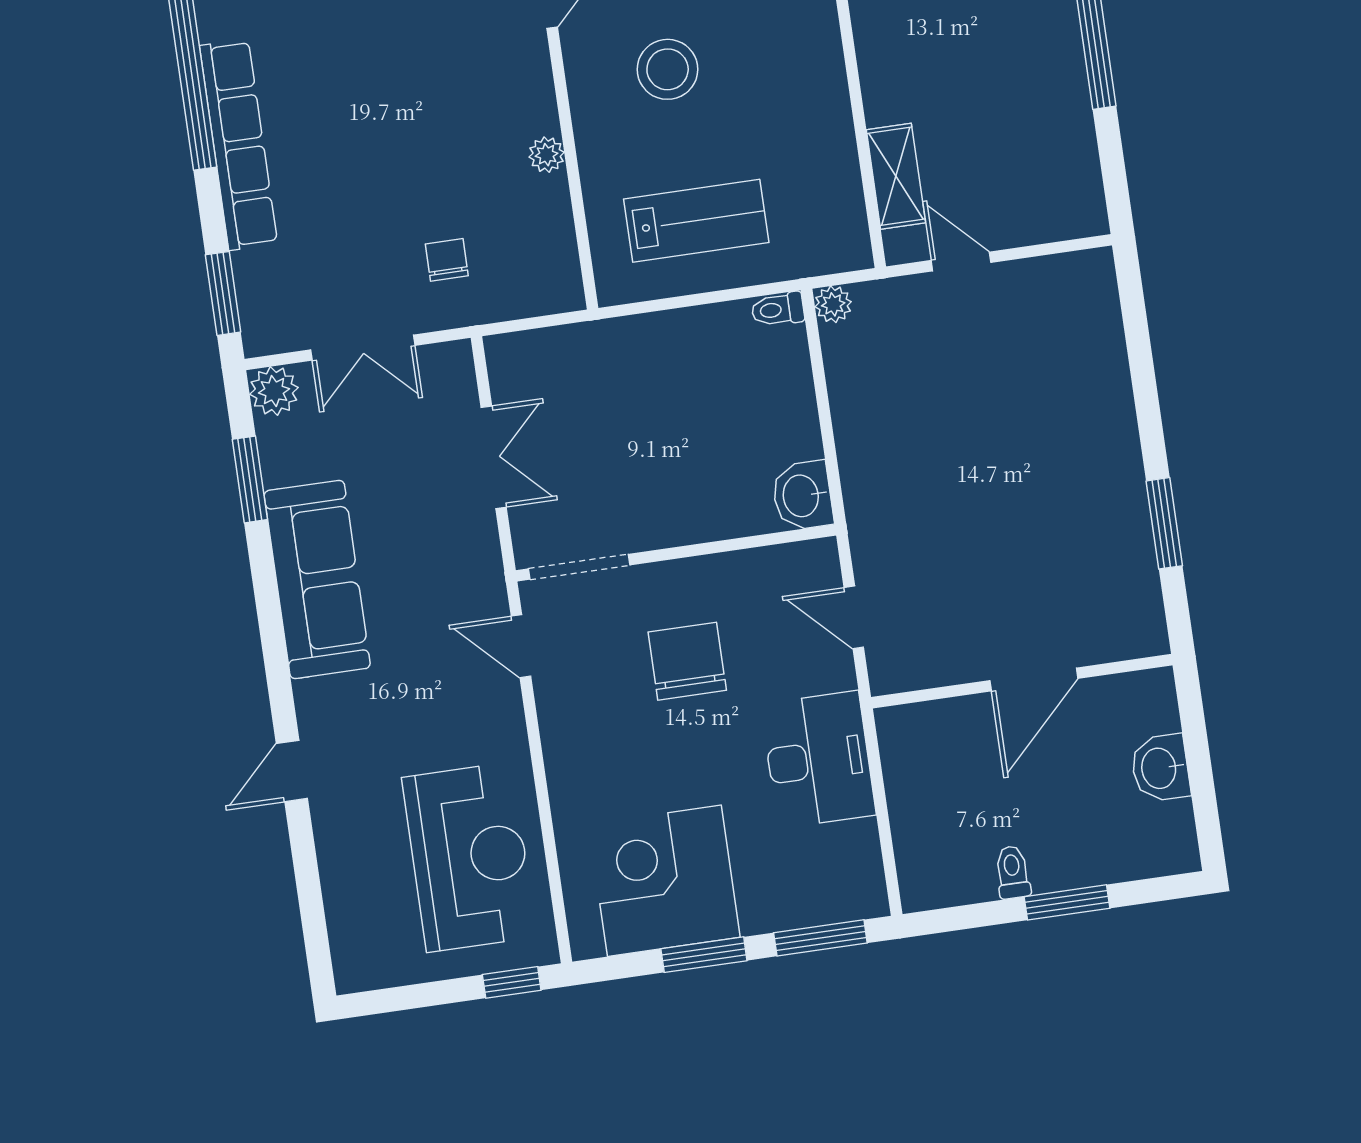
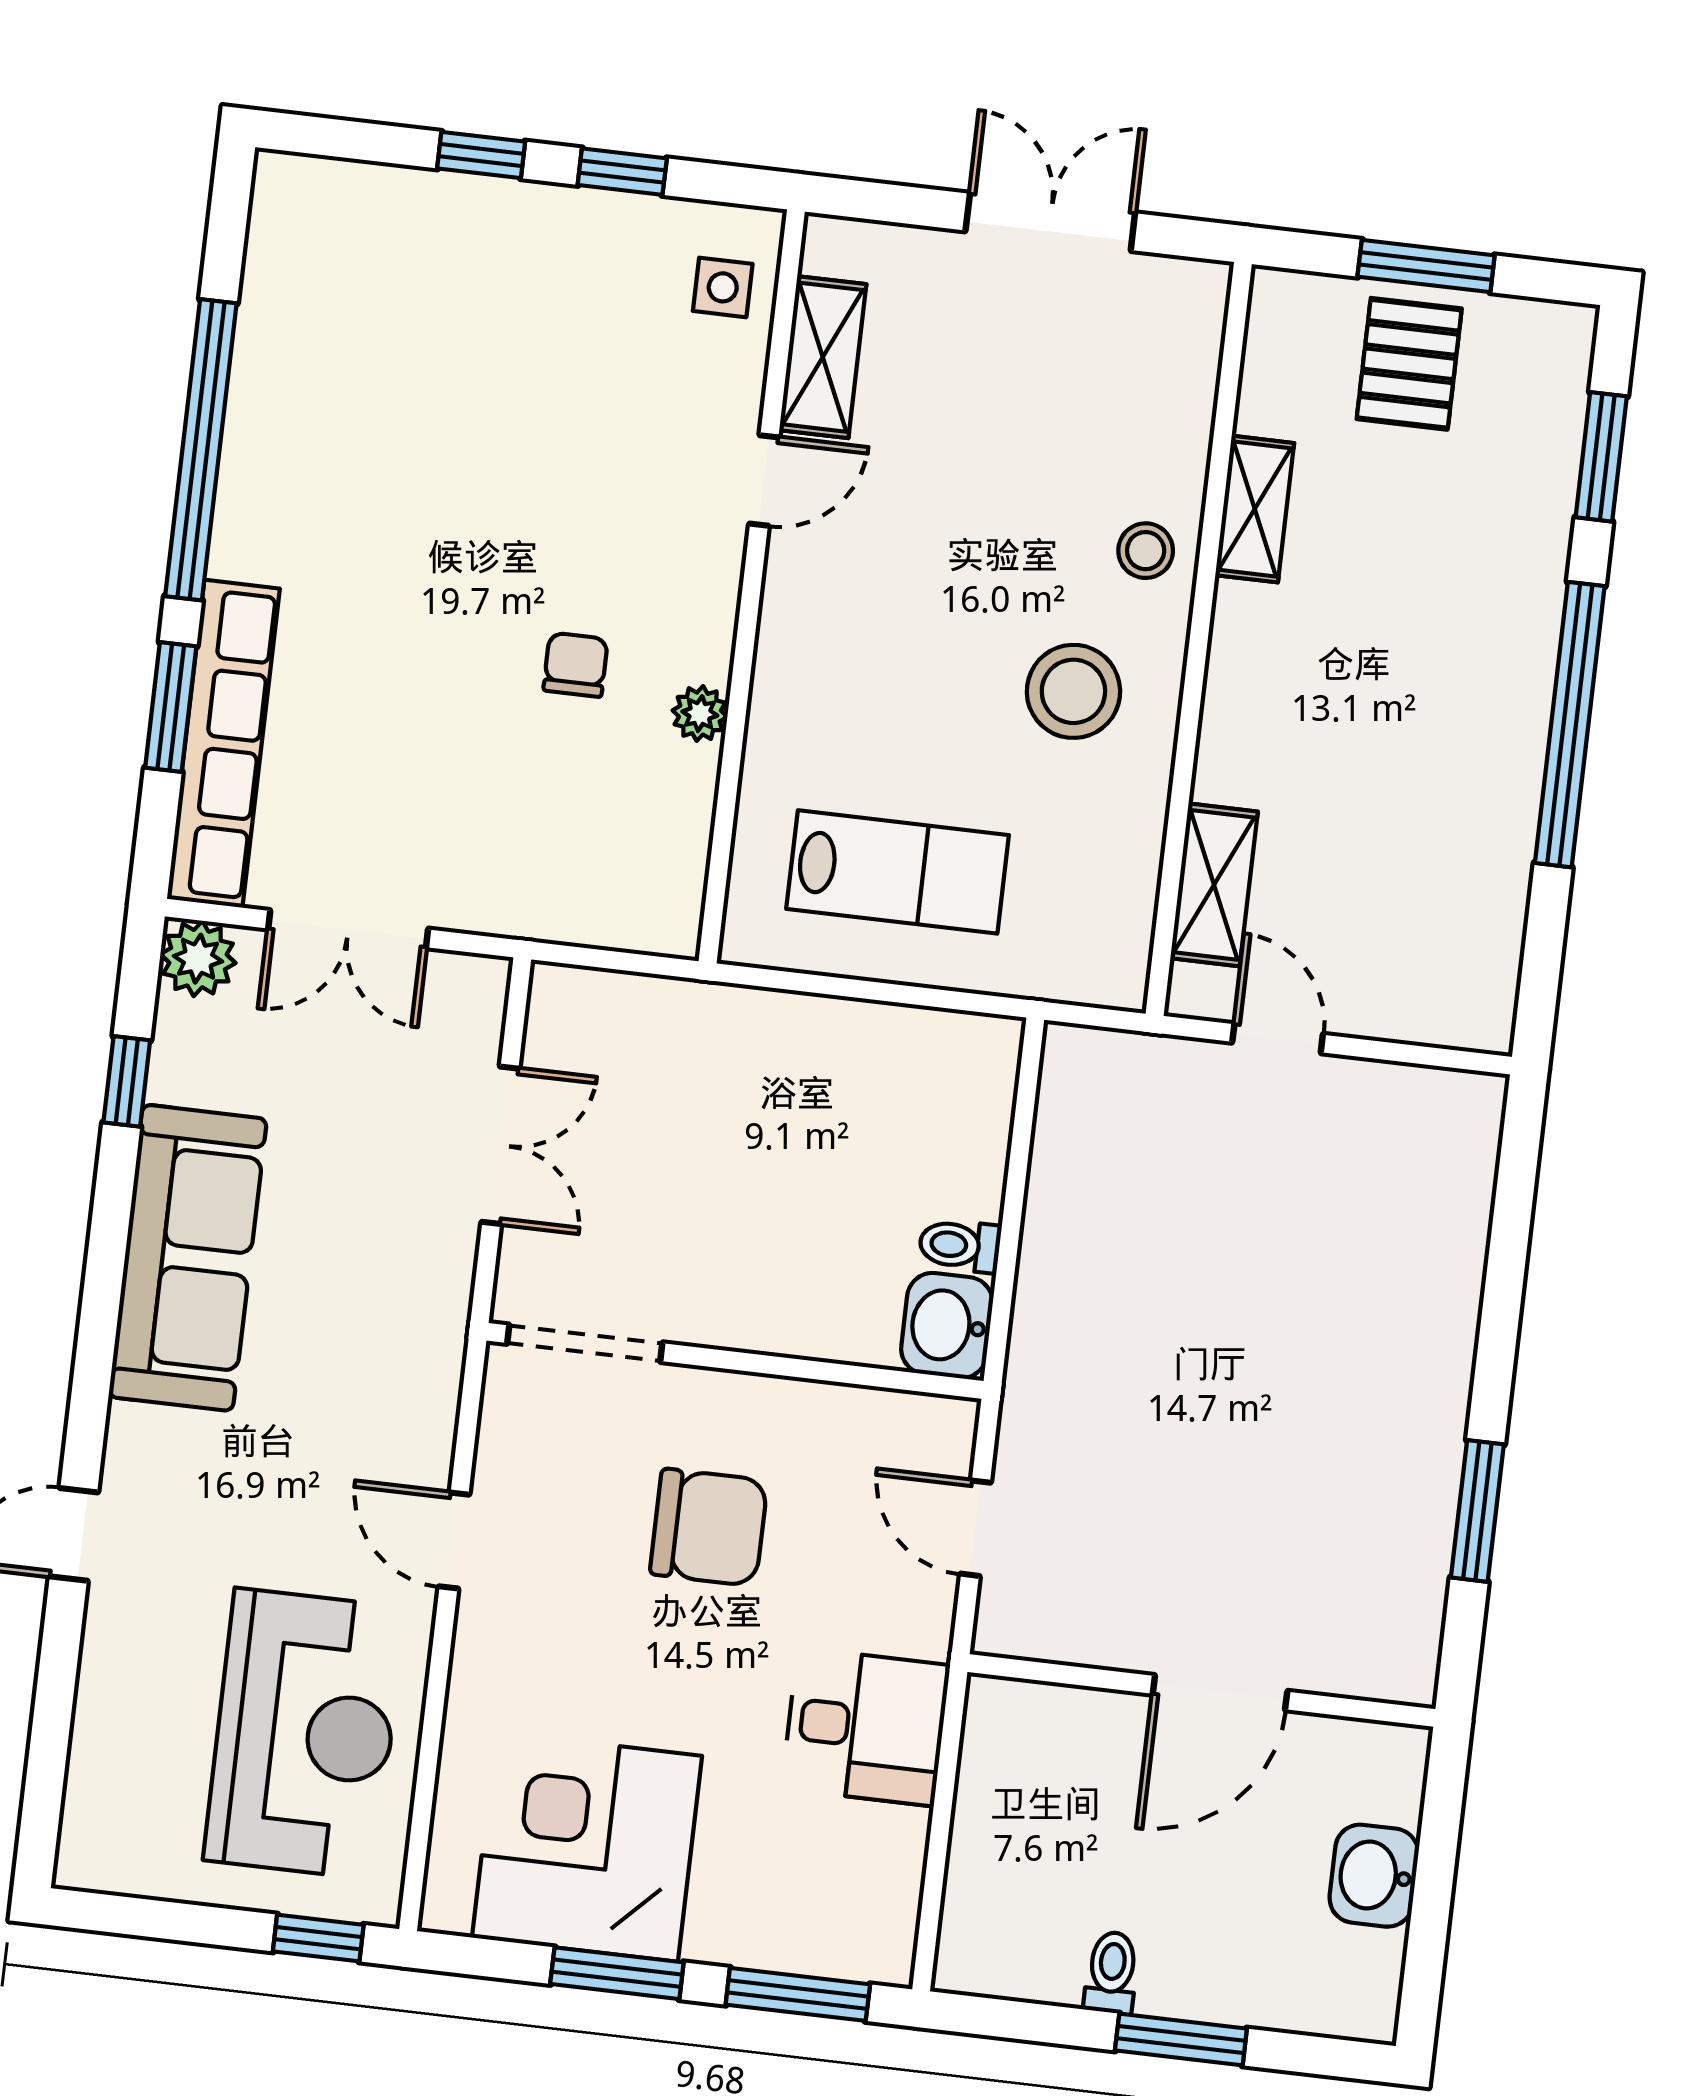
stool: (668, 69) -> (1073, 691), moved
row of seats: (239, 145) -> (223, 744), moved
chair: (447, 260) -> (576, 665), moved
window: (223, 293) -> (171, 707), moved
plant: (833, 304) -> (1069, 1052), removed
toilet: (778, 309) -> (960, 1245), moved
window: (250, 479) -> (127, 1081), width x0.67
door: (521, 646) -> (454, 1540), moved
chair: (687, 661) -> (709, 1527), turned 90
desk: (818, 760) -> (866, 1727), width x0.73

